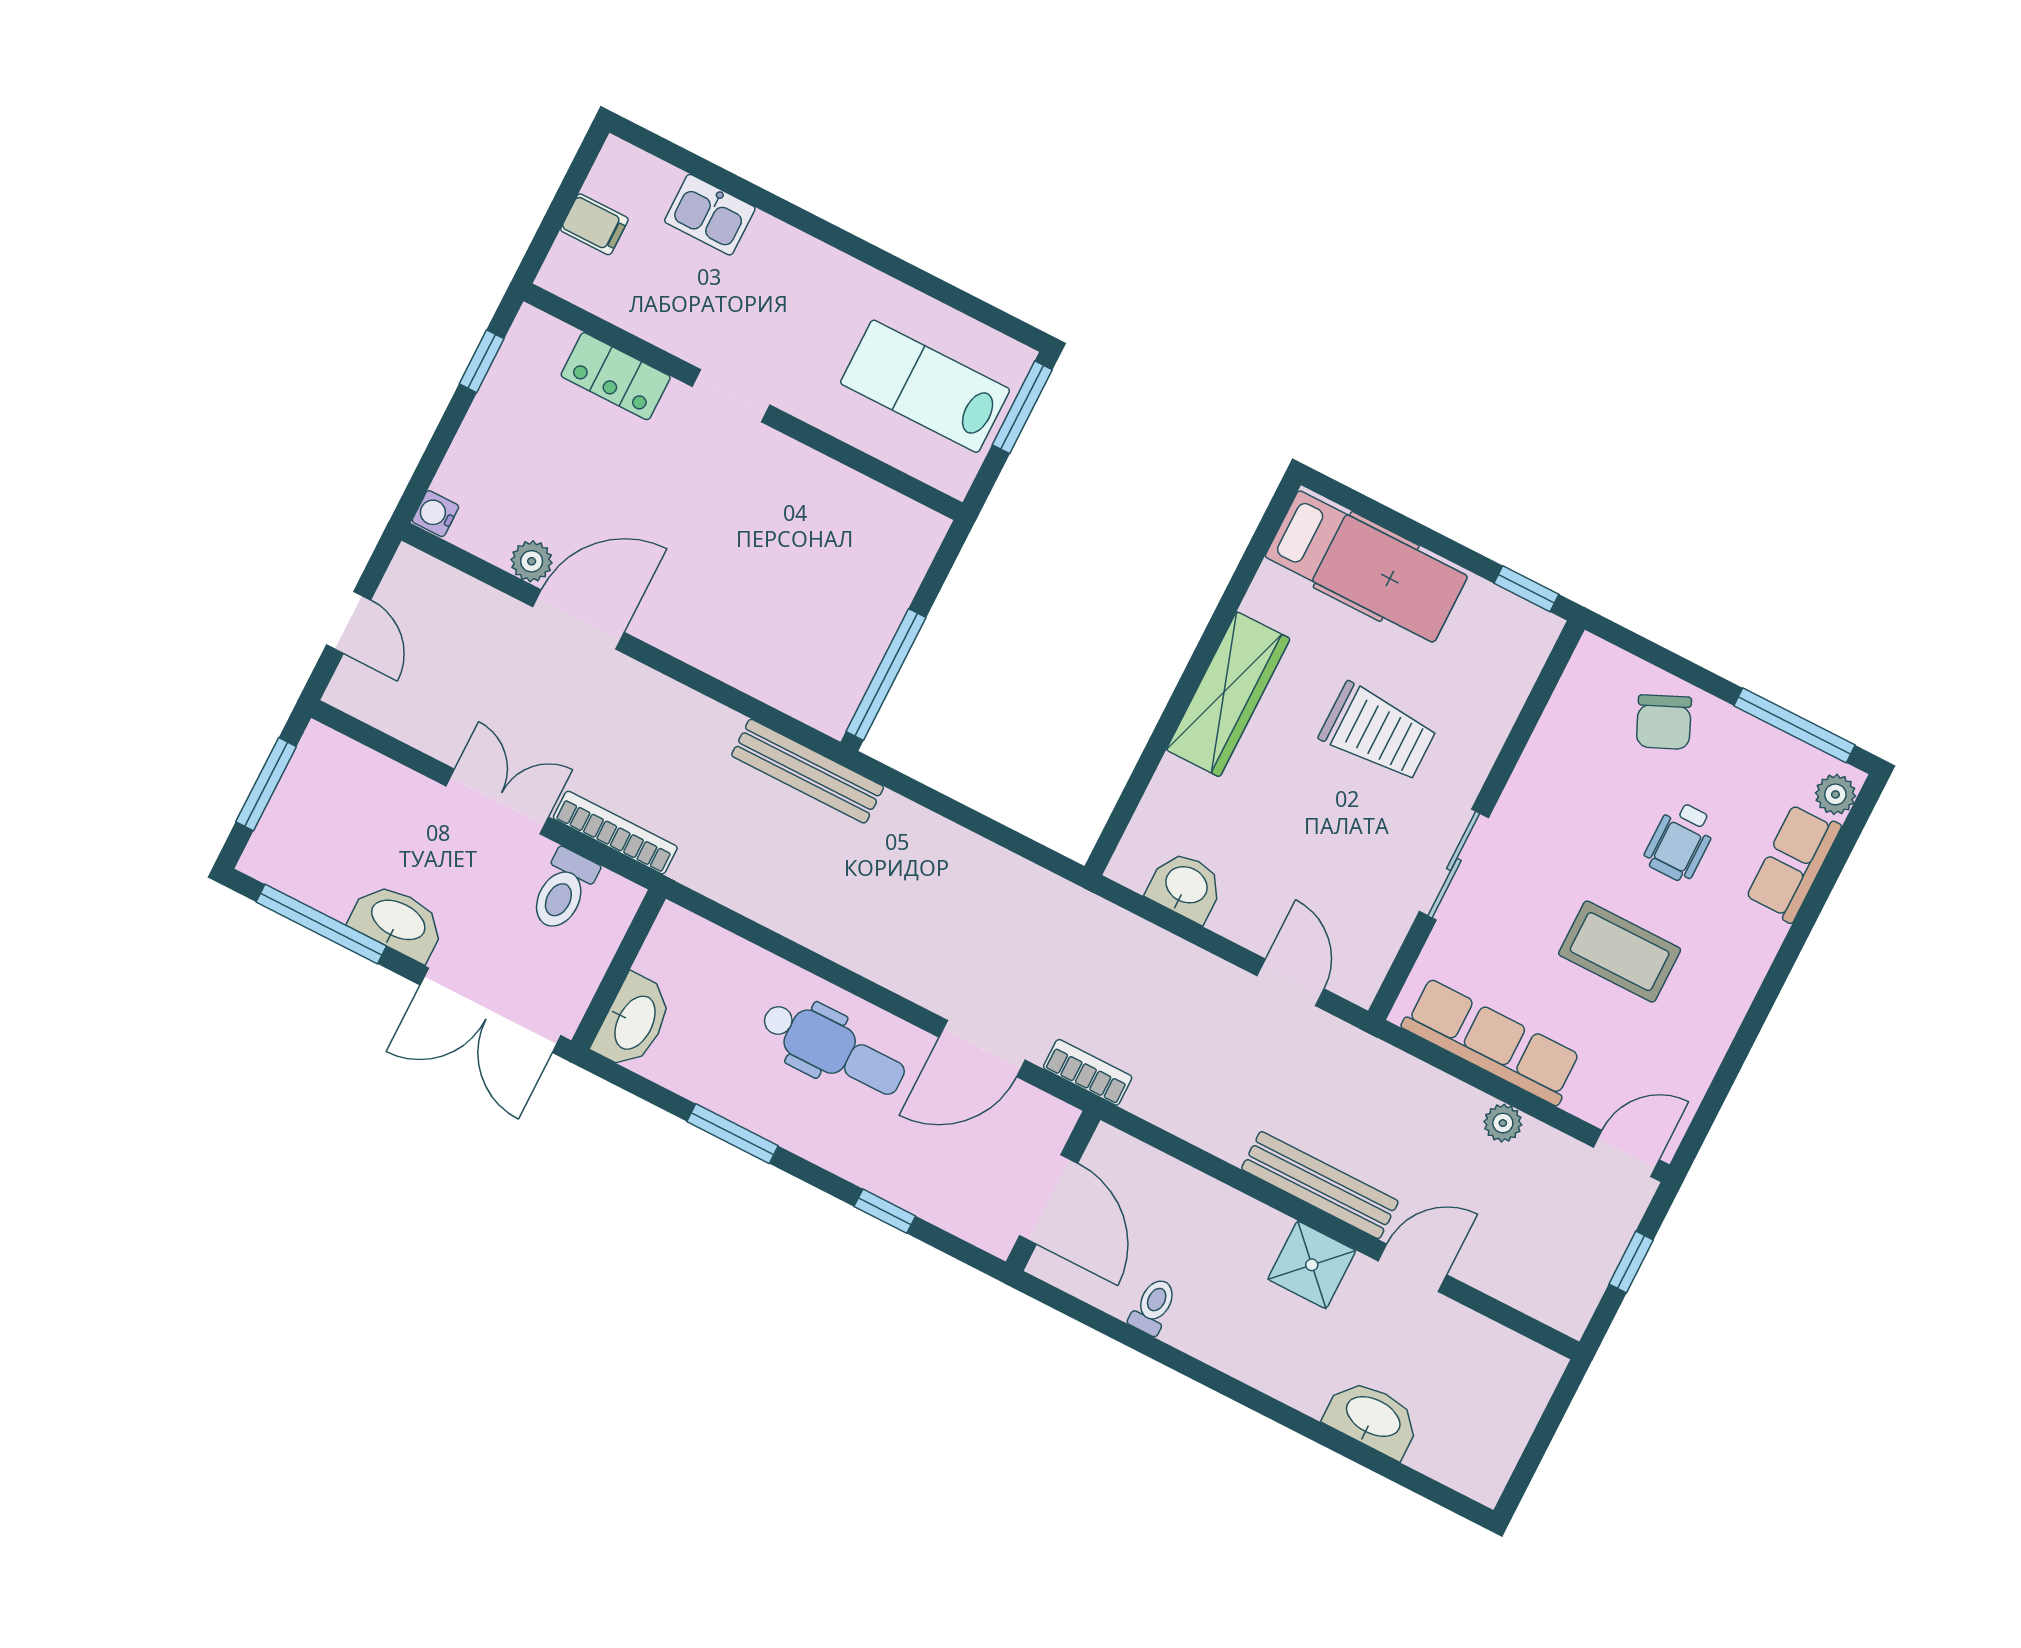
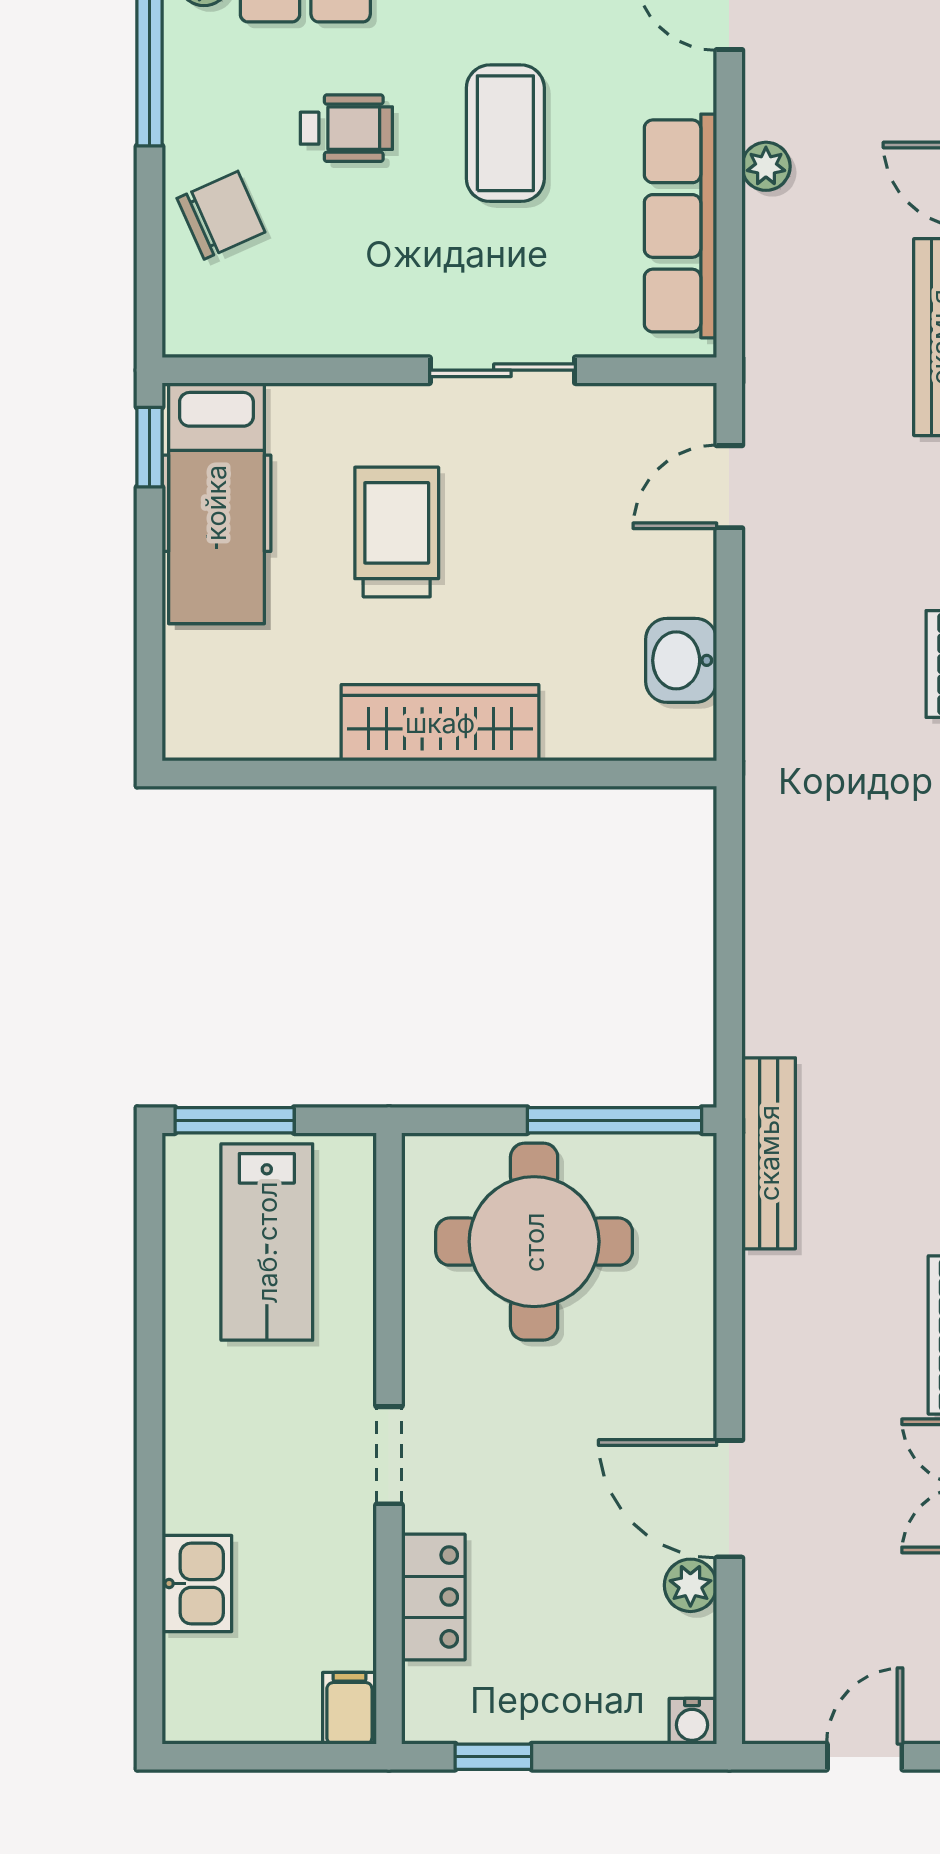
filing cabinet: (594, 224) -> (349, 1708), moved
hospital bed: (1366, 566) -> (216, 503), moved, turned 180
round table: (829, 574) -> (534, 1242), added

